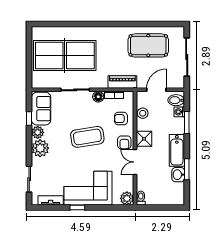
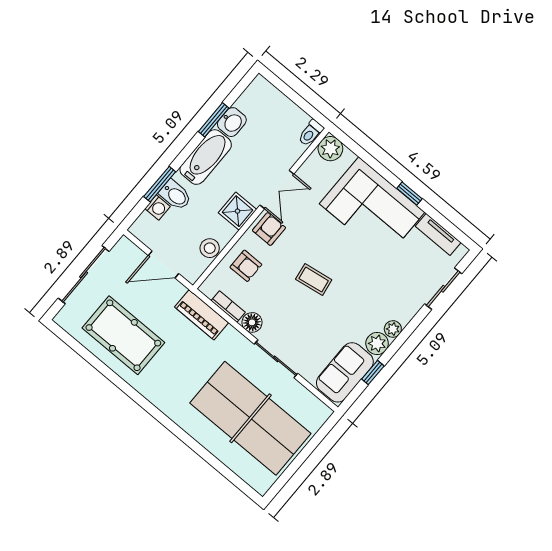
bidet: (176, 100) -> (175, 195), moved
coffee table: (87, 137) -> (314, 280), width x0.54, depth x0.58
plant: (40, 148) -> (393, 329), width x0.53, depth x0.53

